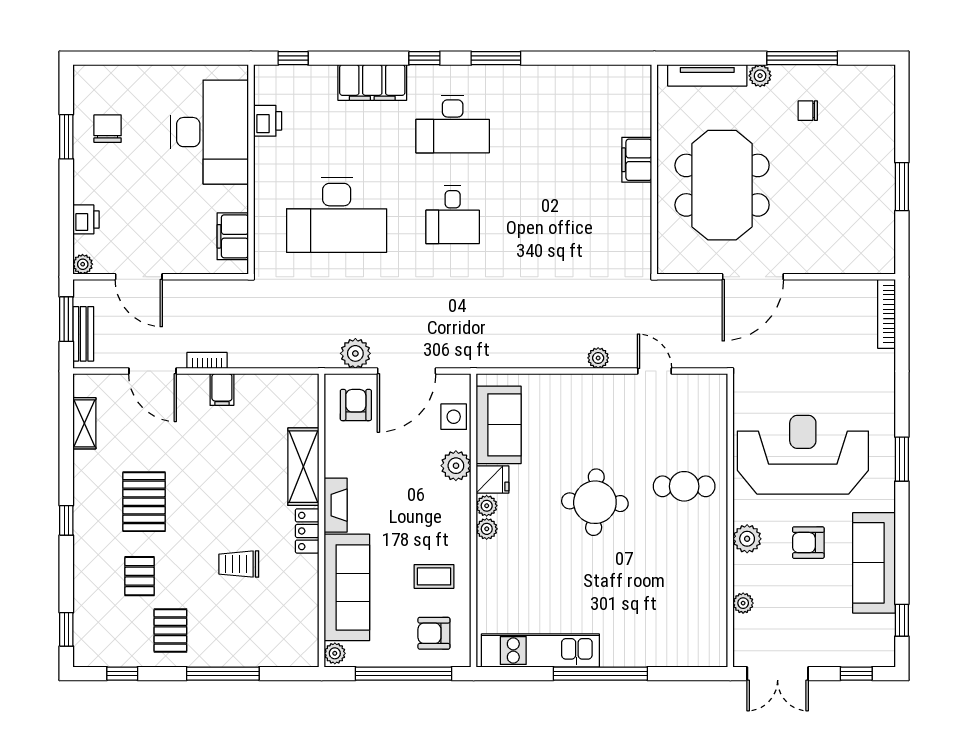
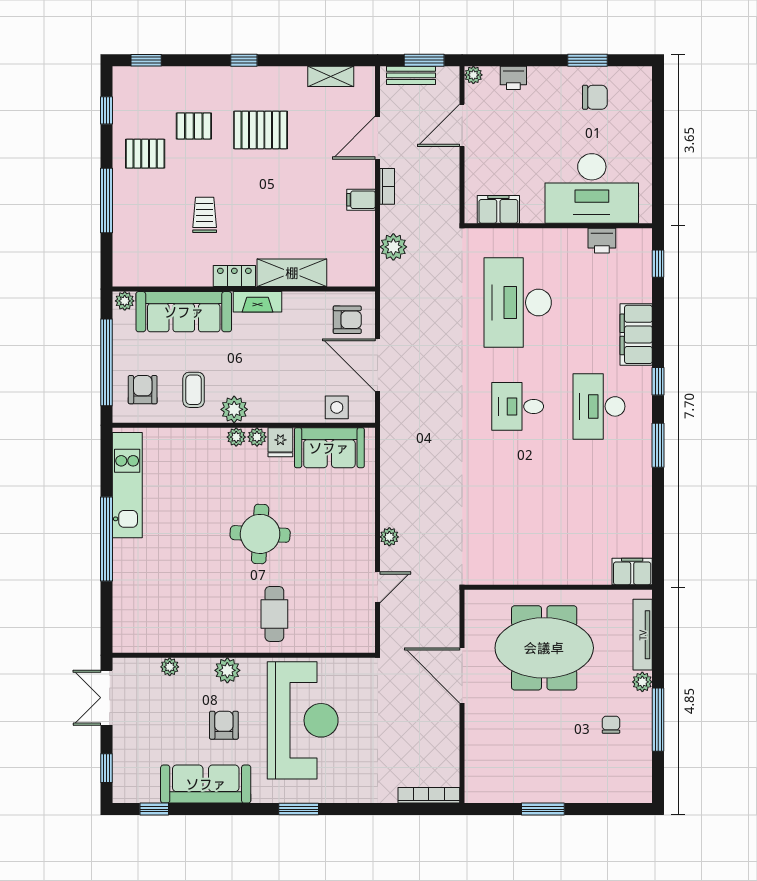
filing cabinet: (637, 160) -> (632, 571), moved
plant: (355, 353) -> (393, 247), moved
plant: (456, 466) -> (234, 409), moved

